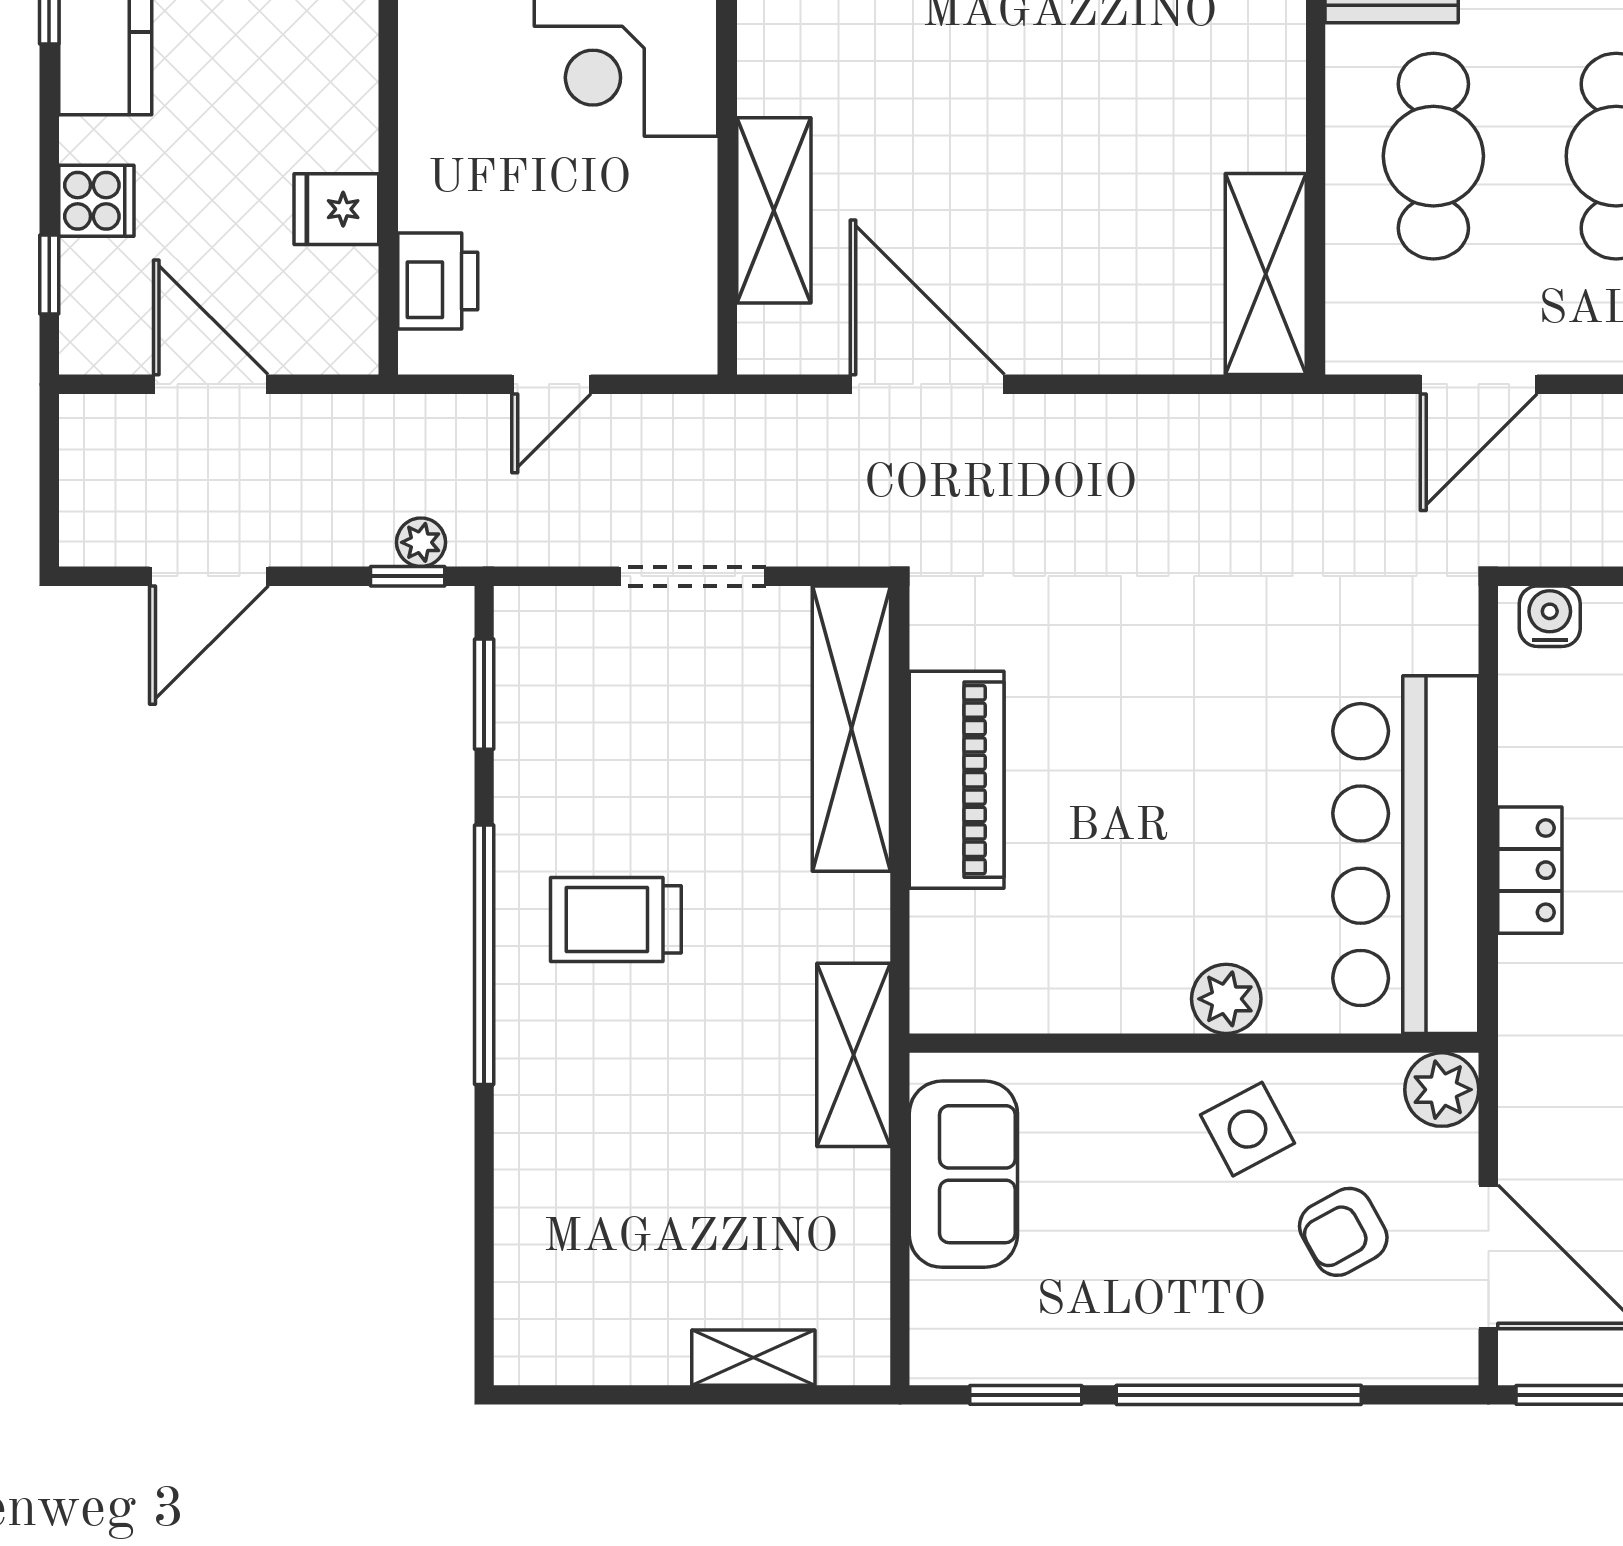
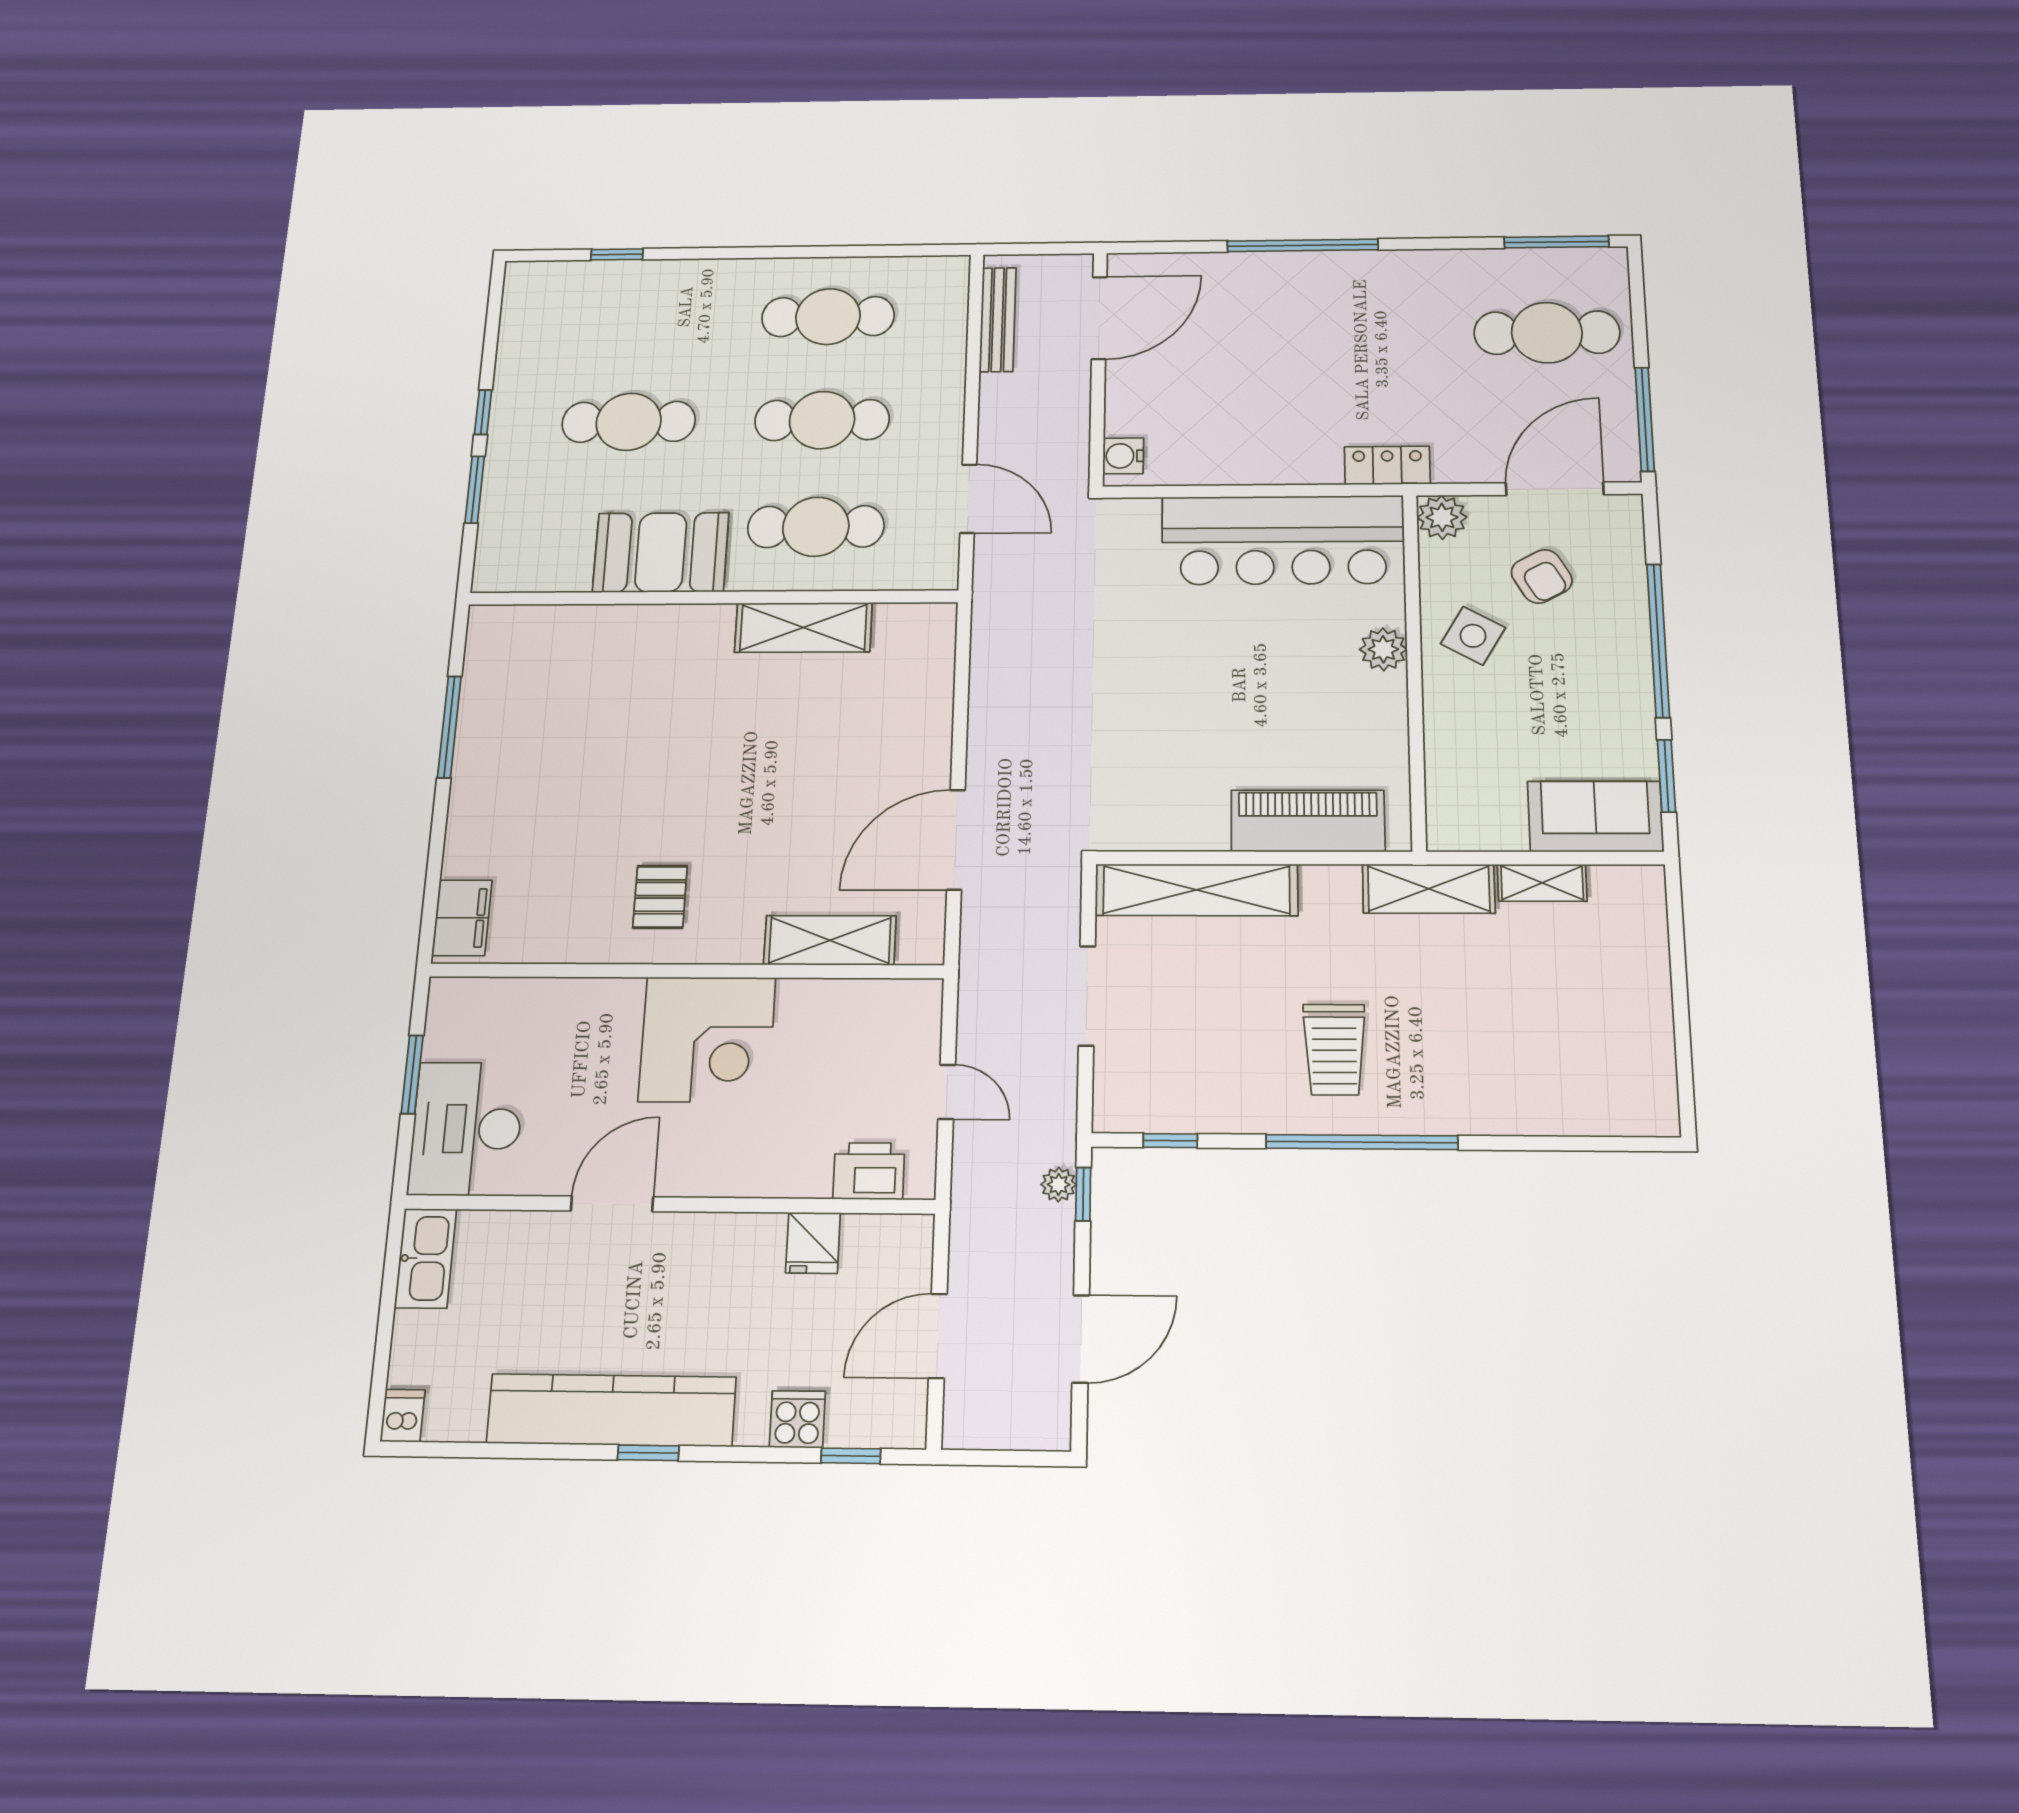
shelving: (1266, 274) -> (803, 627), moved
door: (209, 576) -> (1081, 1339), hinge flipped
window: (484, 694) -> (1170, 1141), width x0.67
piano: (957, 780) -> (1308, 821), moved
locker: (1530, 870) -> (1387, 465), moved
side table: (1247, 1129) -> (1473, 636), turned -32
sofa: (963, 1174) -> (1595, 816), moved
shelving: (753, 1358) -> (1542, 883), moved, turned 90

